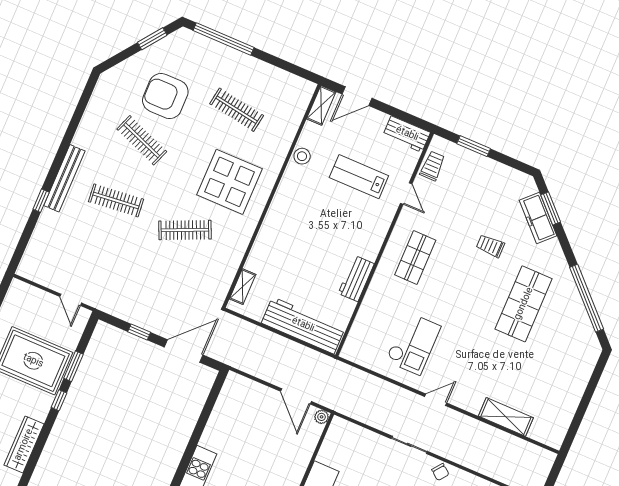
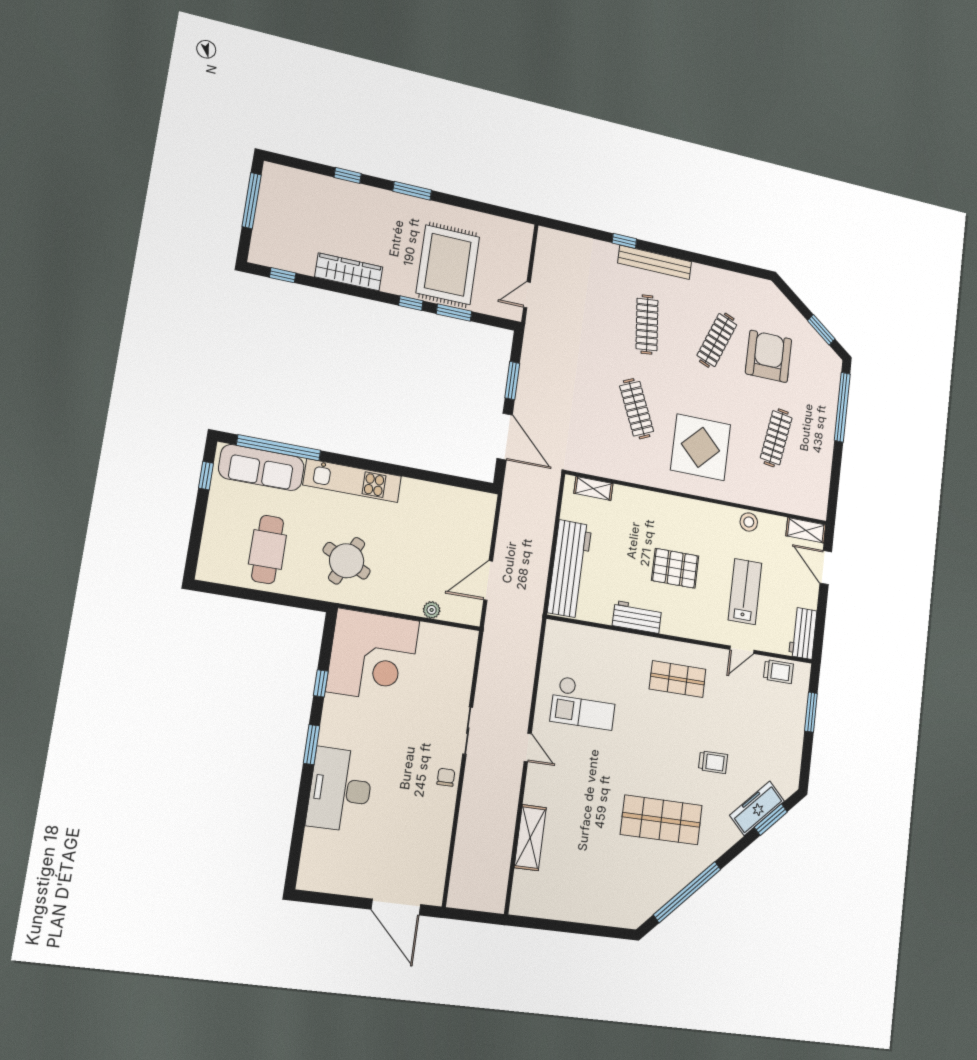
pallet: (325, 234) -> (675, 568), added
trolley: (490, 246) -> (713, 762), turned 90
window: (139, 332) -> (512, 381), width x1.50
plant: (322, 417) -> (432, 610), moved
chair: (440, 472) -> (446, 777), turned 142

